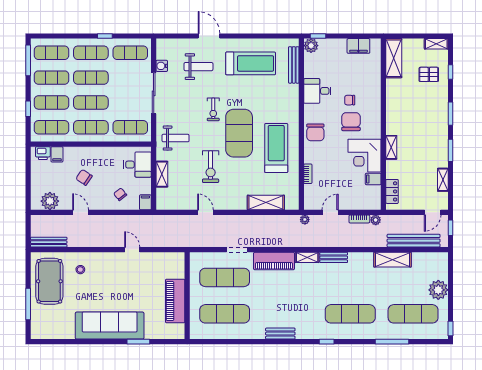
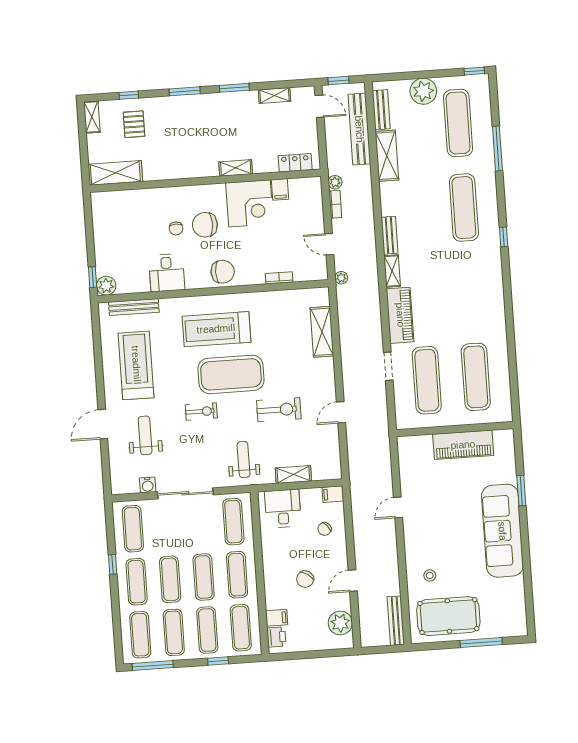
filing cabinet: (358, 46) -> (102, 222), removed
treadmill: (276, 148) -> (216, 329), moved
bench: (280, 334) -> (381, 110), moved

